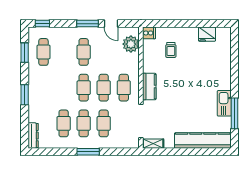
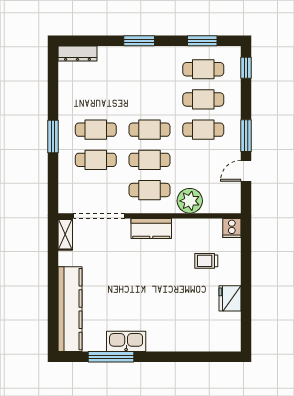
fridge: (207, 34) -> (230, 298), moved
plant: (131, 44) -> (190, 201), moved
cafe table: (64, 123) -> (203, 99), moved

